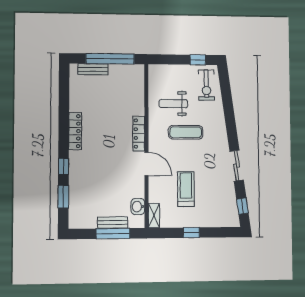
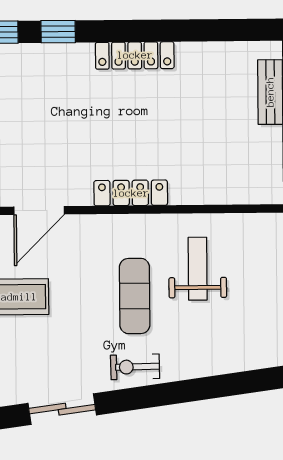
exercise bike: (206, 85) -> (135, 367), moved, width x0.73, depth x0.72
door: (146, 164) -> (39, 211), moved

